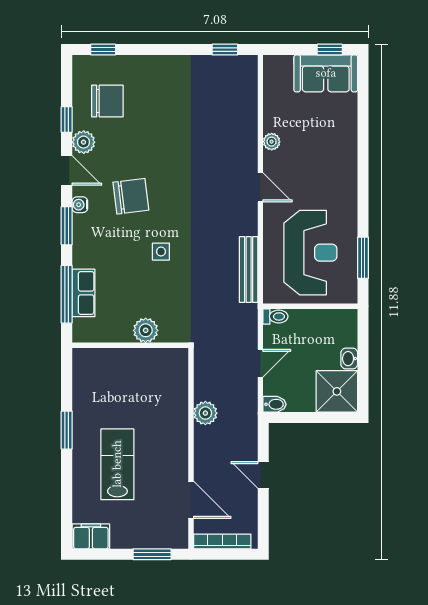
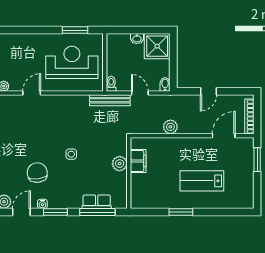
bench: (249, 270) -> (110, 100), moved
filing cabinet: (91, 536) -> (138, 161), moved, turned 180

